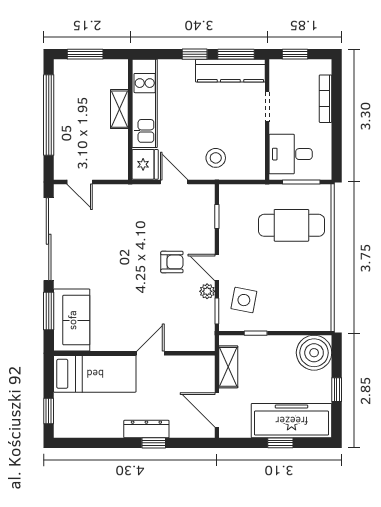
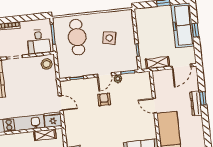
shelving: (119, 109) -> (45, 135), moved
stool: (216, 158) -> (47, 64), moved
door: (174, 182) -> (61, 103), swing flipped
side table: (244, 300) -> (109, 38), moved
boiler: (314, 353) -> (145, 17), removed

